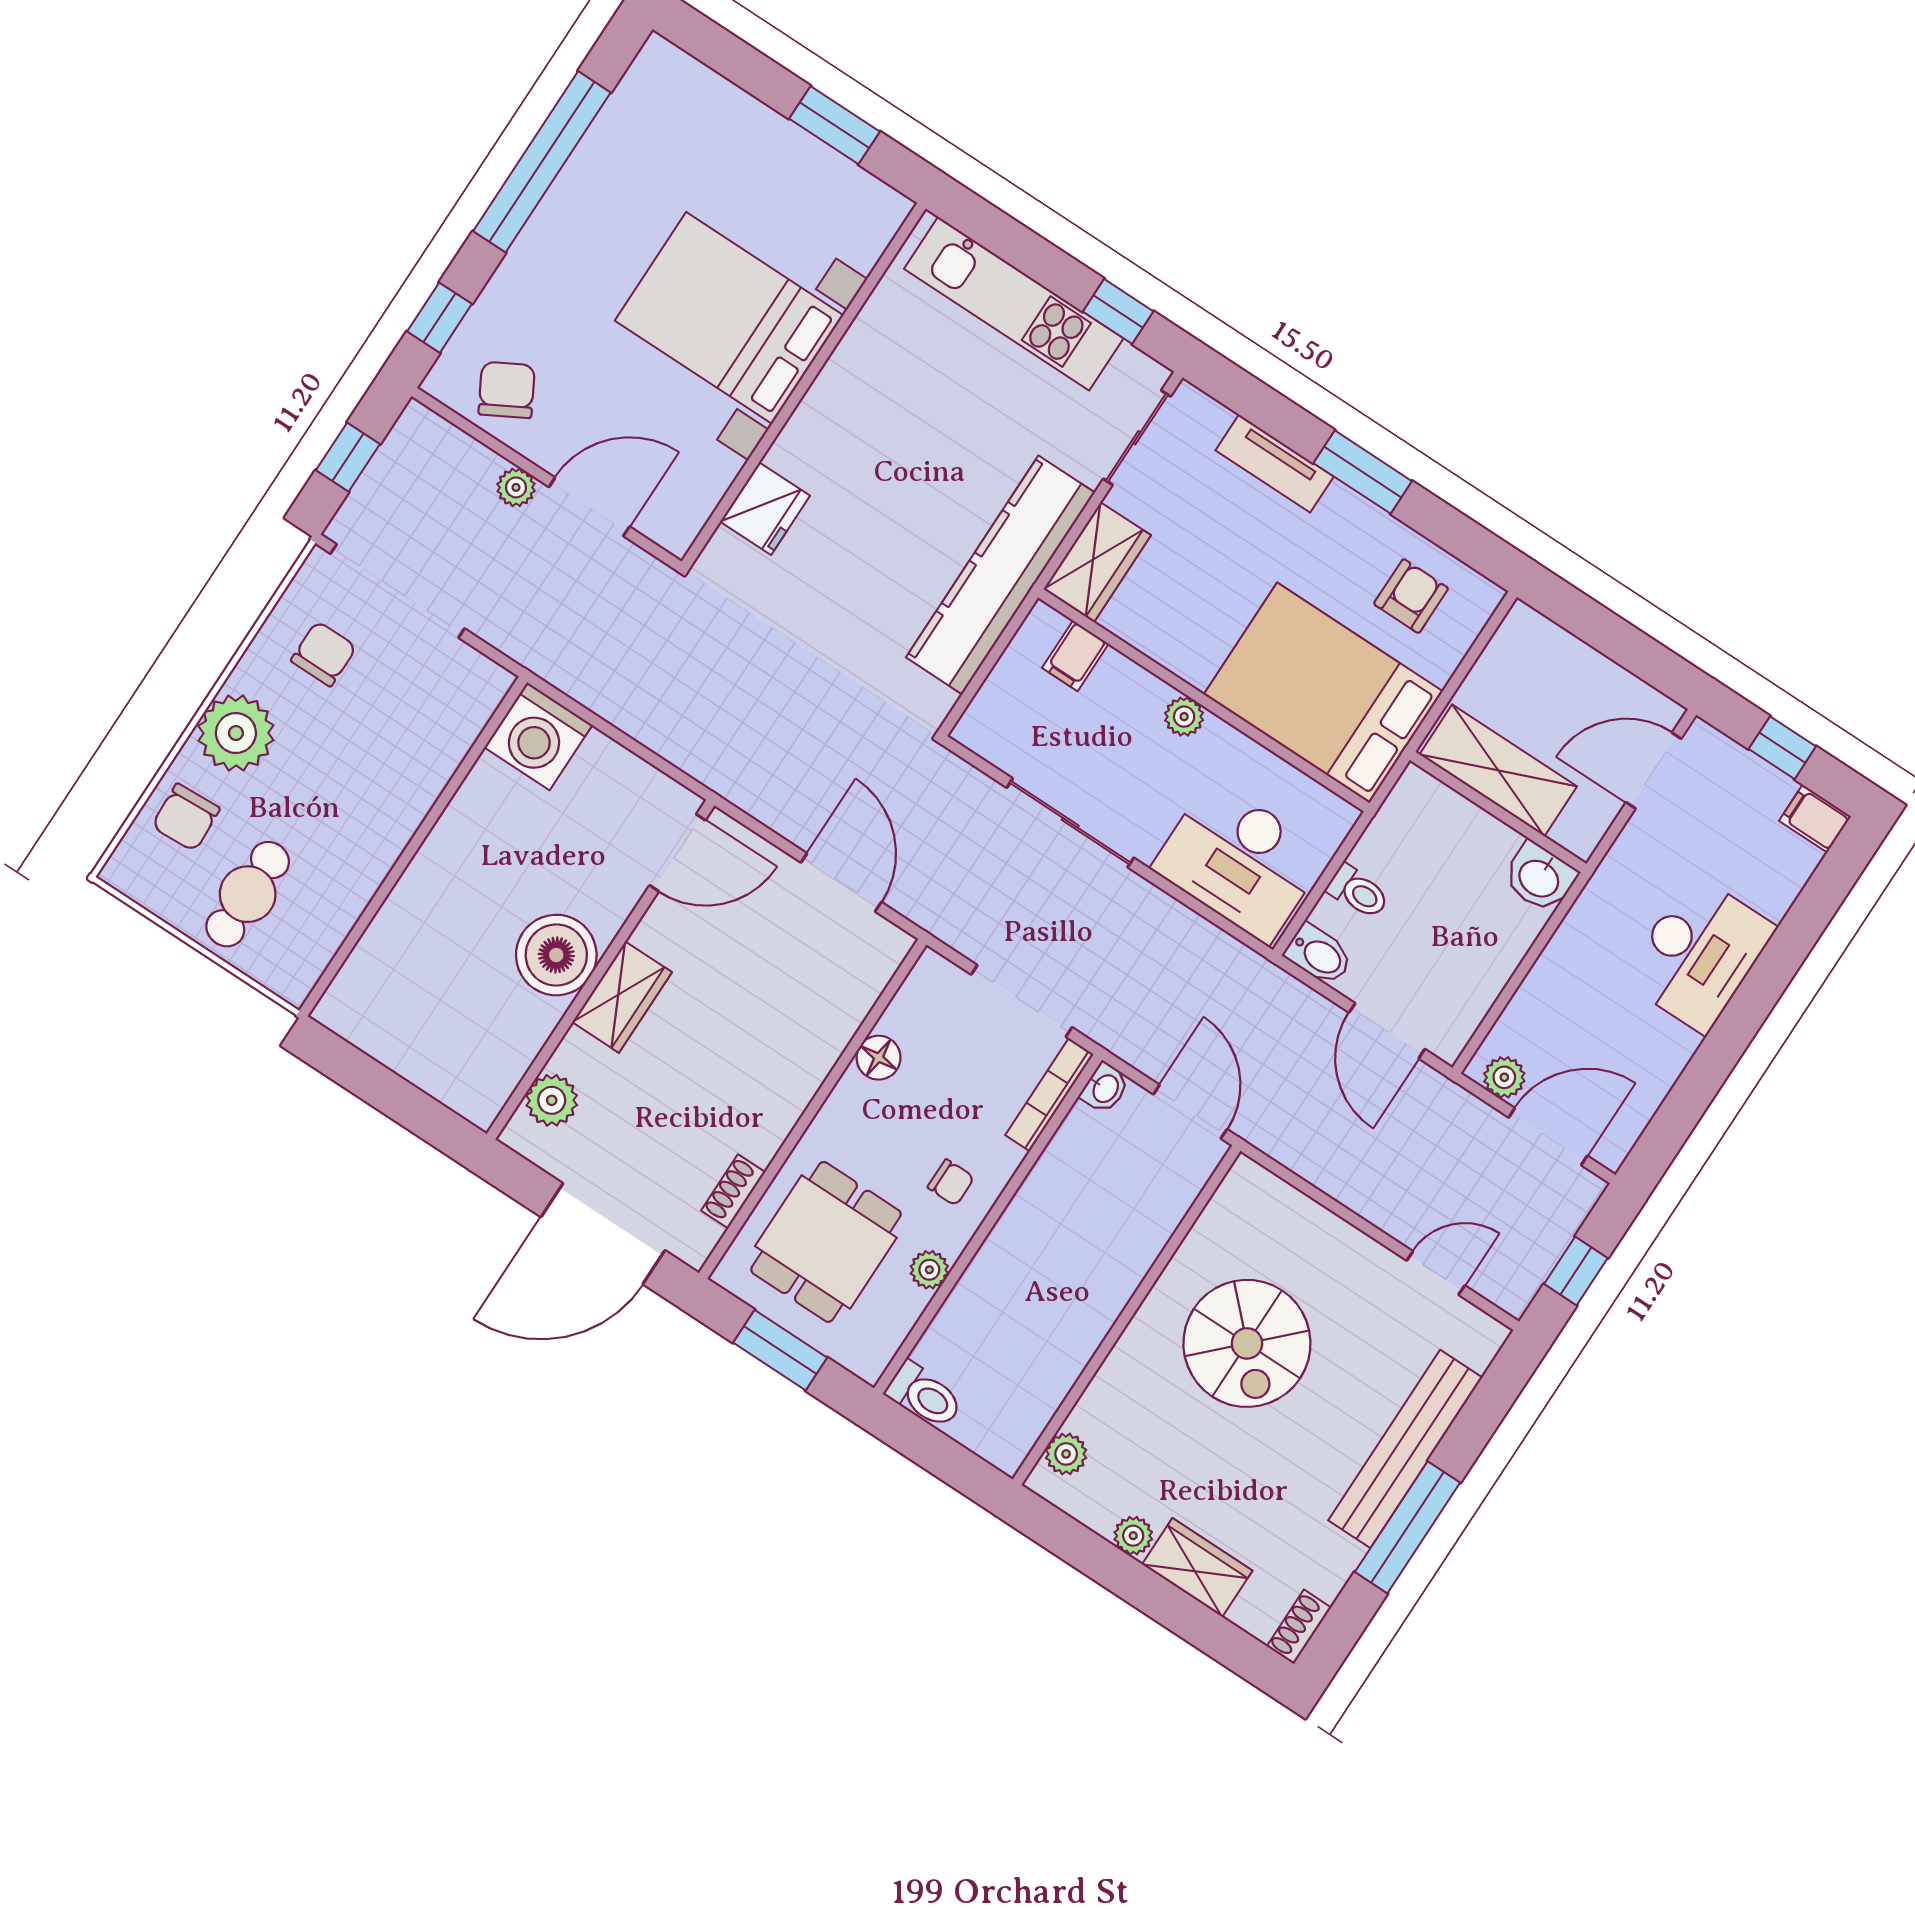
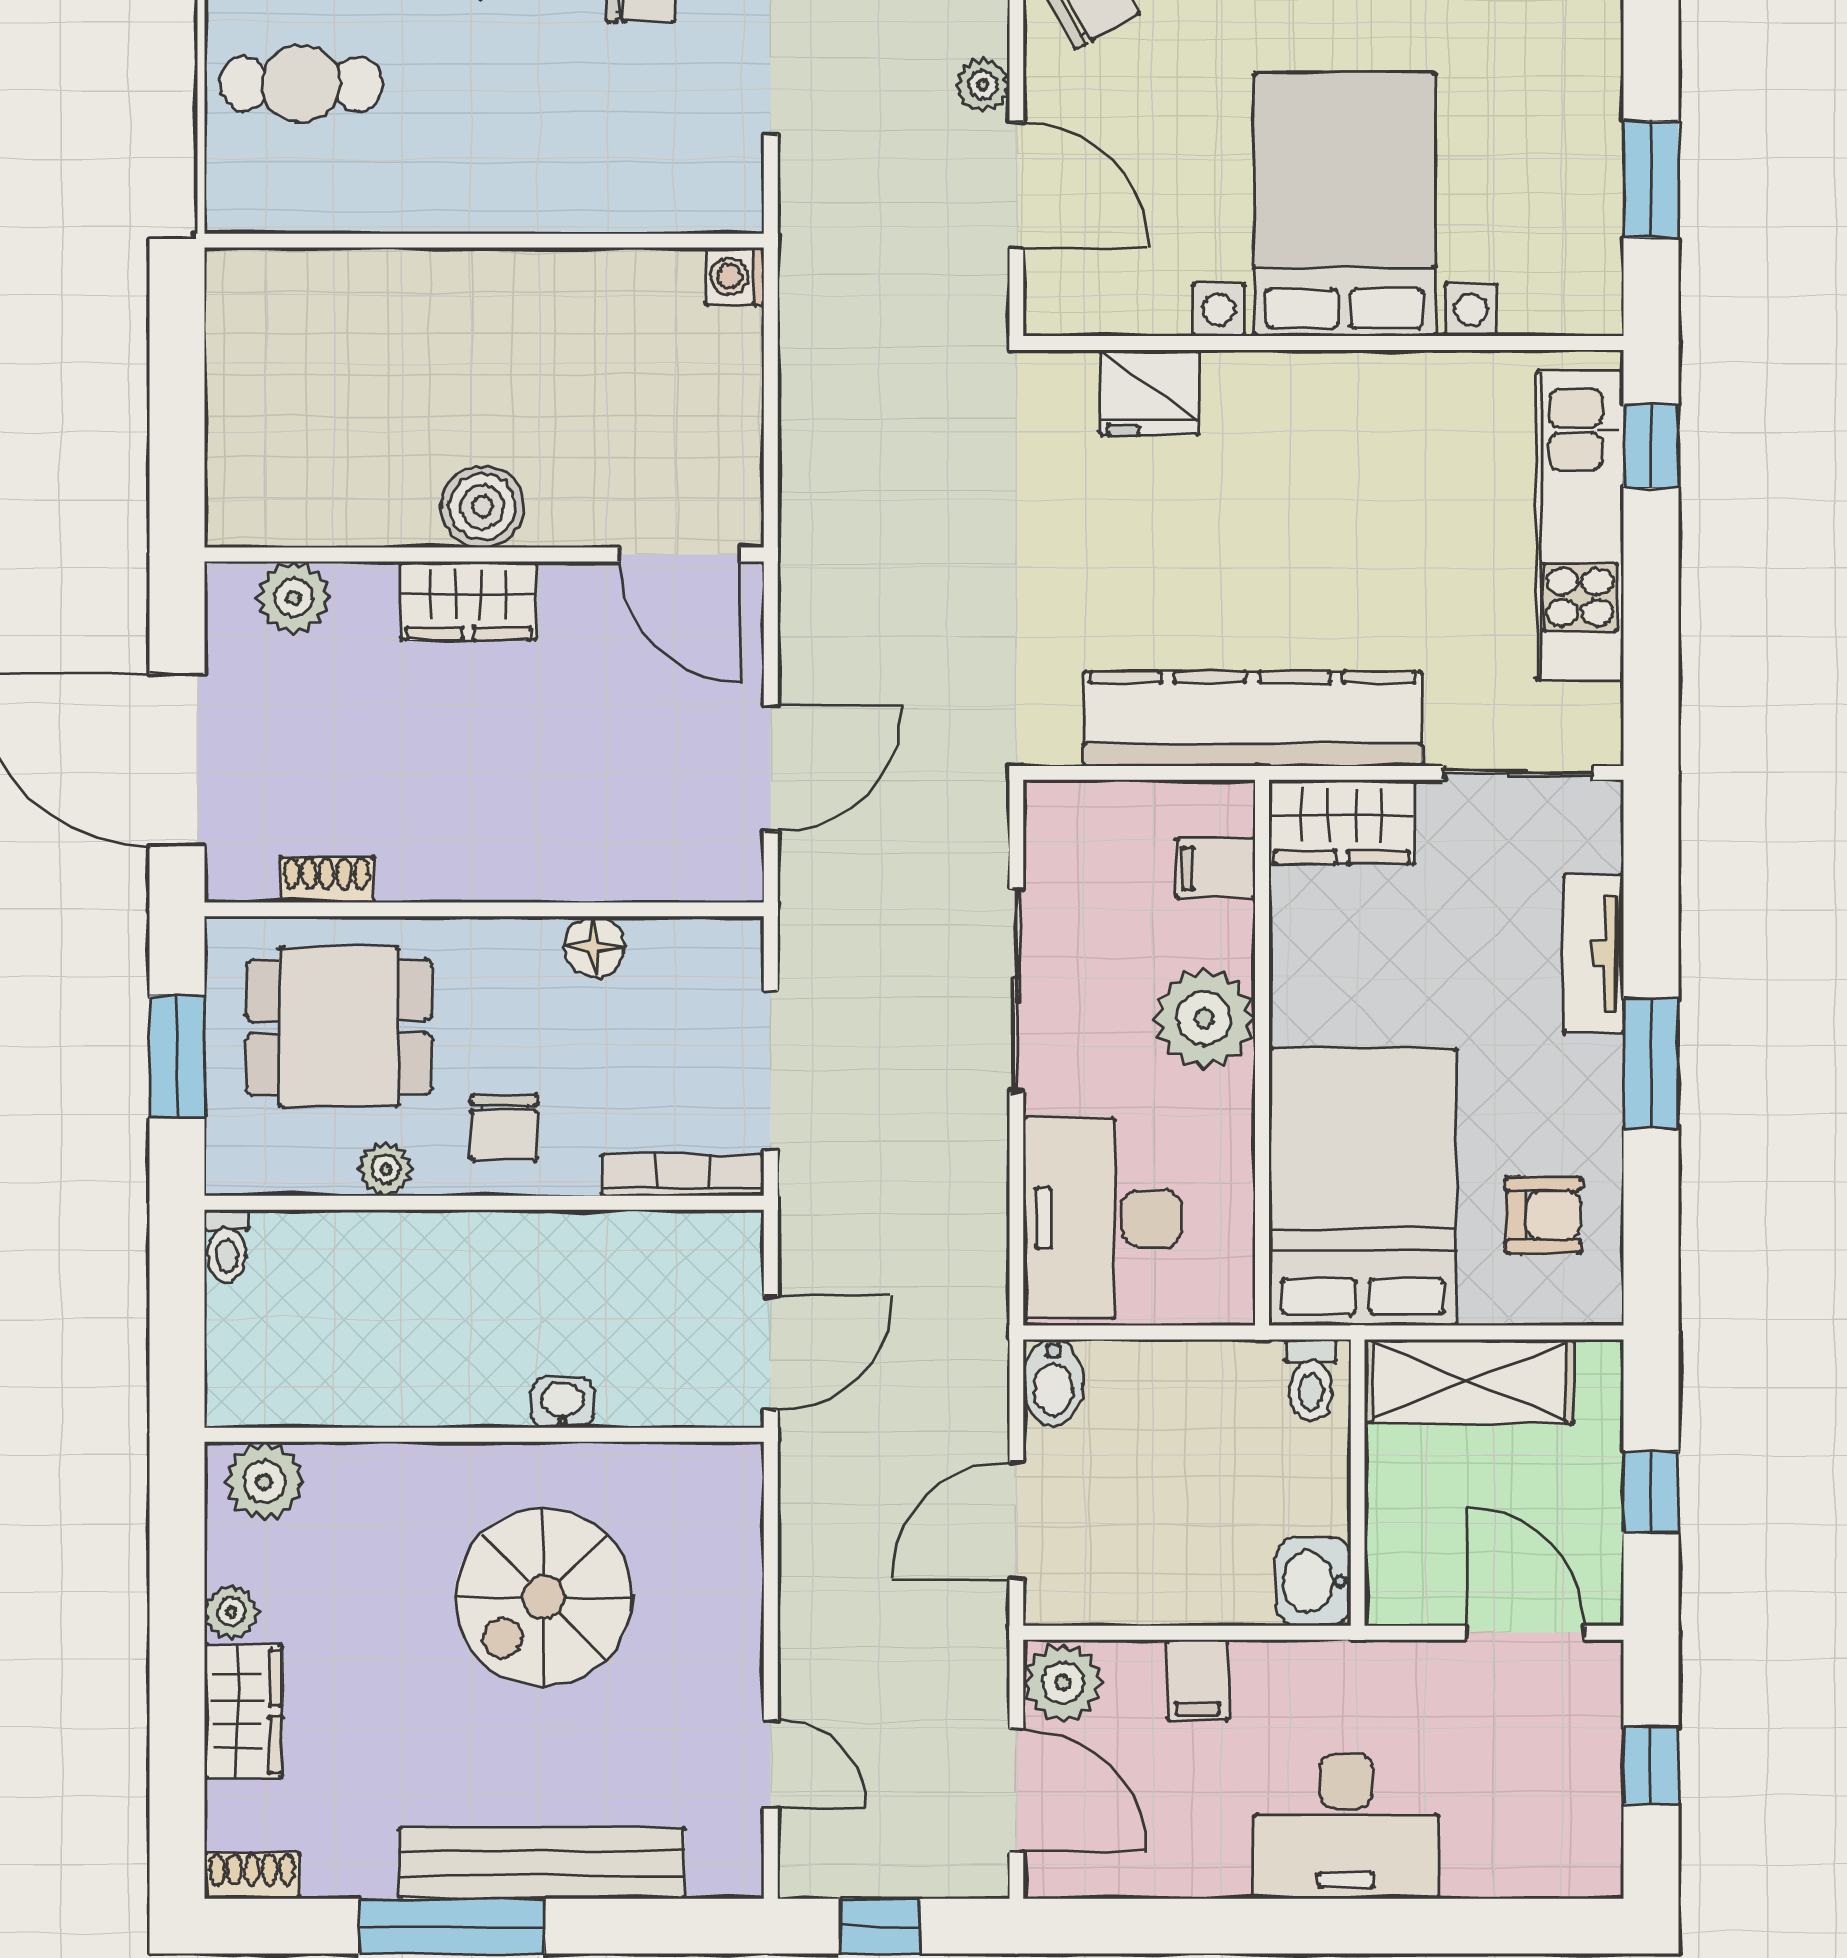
window: (1118, 311) -> (1651, 446), moved
window: (1619, 640) -> (1651, 1492), added
plant: (1184, 717) -> (1204, 1018), width x1.88, depth x1.88
washing machine: (538, 736) -> (735, 276), width x0.53, depth x0.53
shelving: (1498, 770) -> (1469, 1381), moved, turned 90
filing cabinet: (1815, 819) -> (1198, 1680), moved, turned 180
toilet: (1358, 892) -> (1311, 1380), moved
boiler: (556, 955) -> (482, 506), width x0.73, depth x0.73
plant: (1504, 1077) -> (1063, 1683), width x1.38, depth x1.38
washbasin: (1105, 1088) -> (562, 1403), moved, turned 180
chair: (951, 1182) -> (504, 1127), width x1.37, depth x1.37
toilet: (924, 1395) -> (227, 1246), width x0.73, depth x0.72
plant: (1066, 1454) -> (264, 1481), width x1.38, depth x1.38

